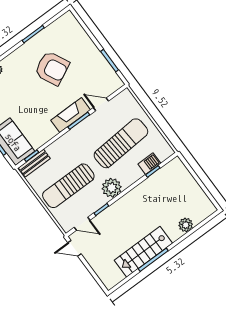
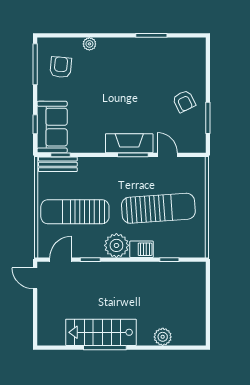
armchair: (52, 68) -> (184, 101), moved, width x0.53, depth x0.53
barbecue: (149, 164) -> (142, 249), moved
door: (82, 224) -> (61, 260), swing flipped

